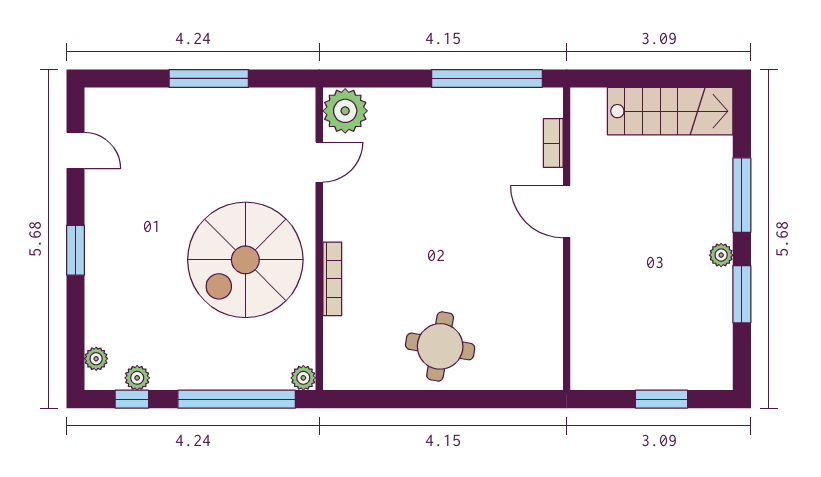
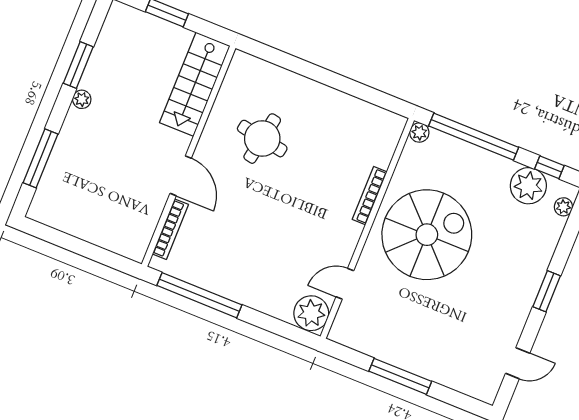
stairs: (670, 111) -> (195, 84), moved, turned -90
bookcase: (553, 143) -> (170, 229), width x1.56
door: (75, 150) -> (518, 363), swing flipped
window: (742, 195) -> (41, 158), moved
round table: (440, 346) -> (262, 139), moved
plant: (137, 378) -> (528, 186), width x1.88, depth x1.88

